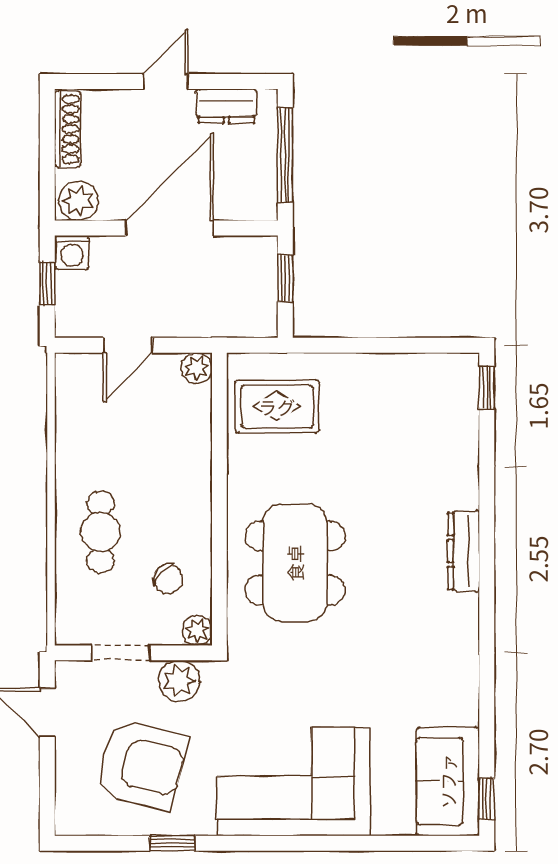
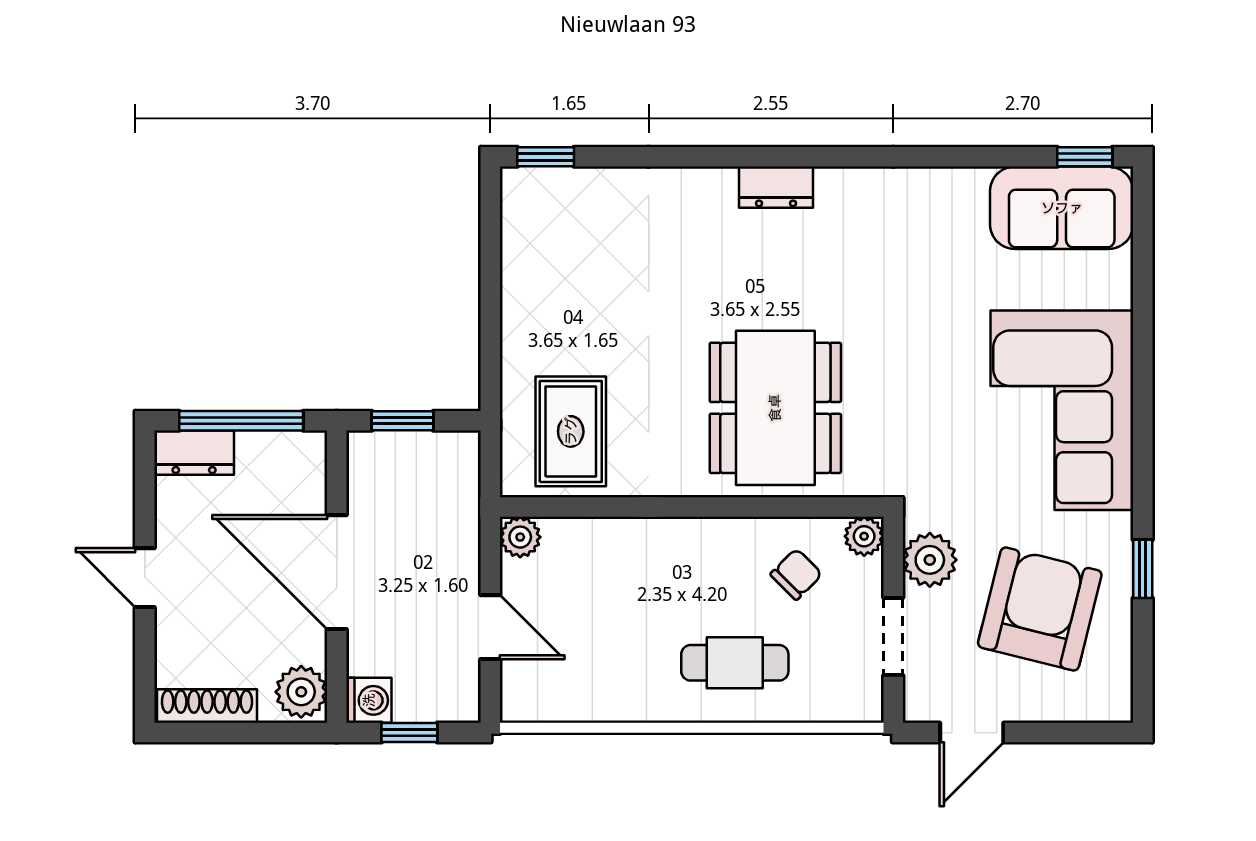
dresser: (226, 106) -> (194, 453), moved, turned 90
dresser: (464, 551) -> (776, 187), width x0.70
dining table: (295, 563) -> (775, 408), turned 90

